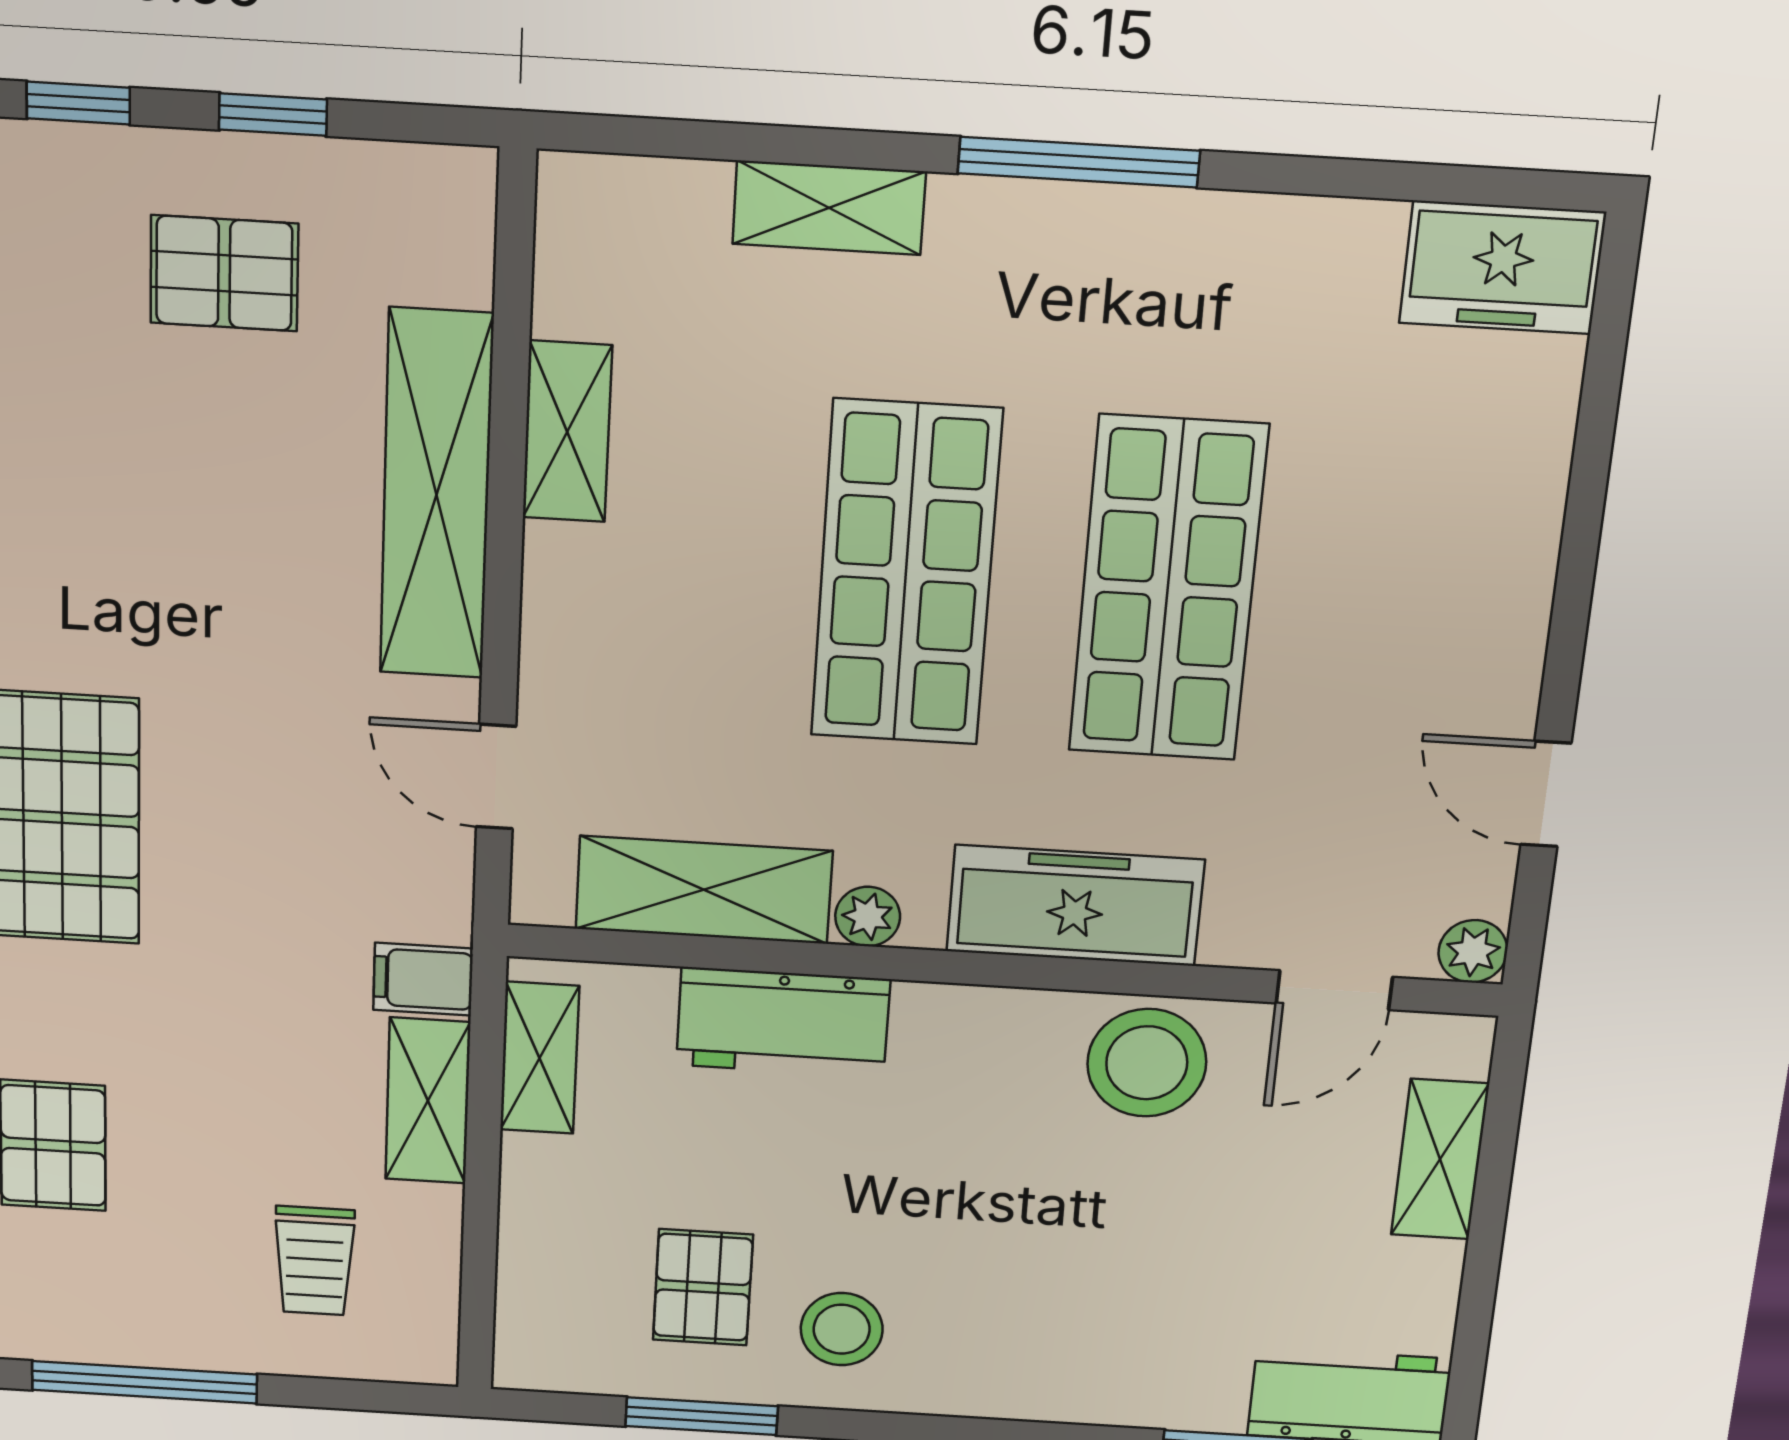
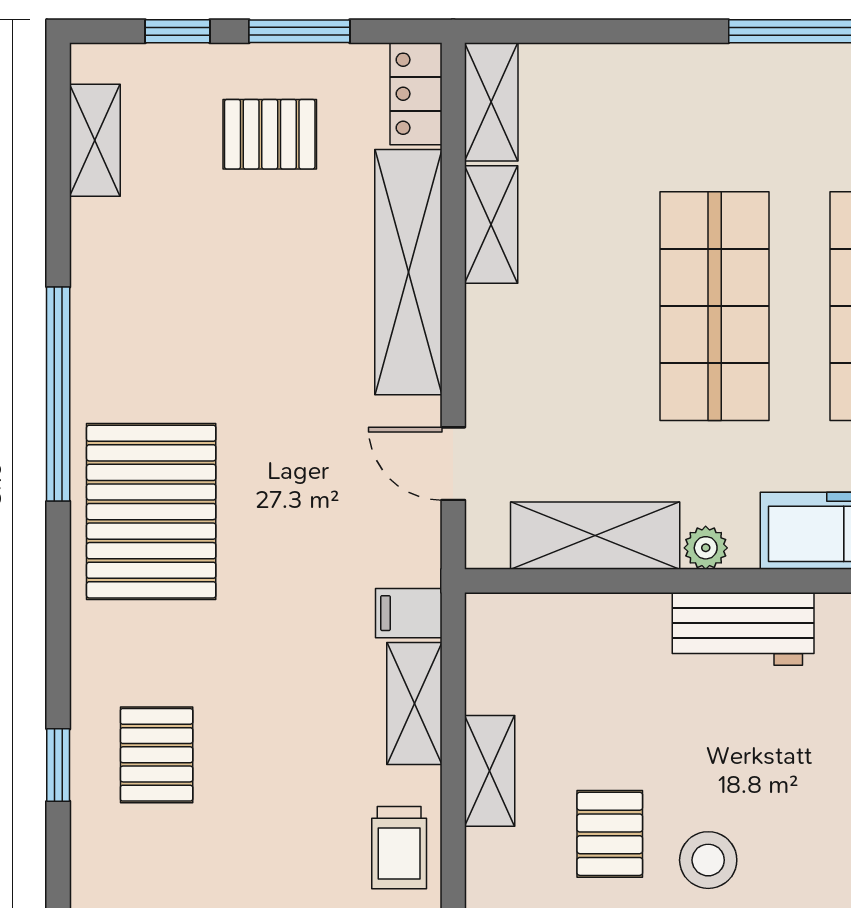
window: (273, 115) -> (299, 31), width x1.50
shelving: (829, 208) -> (491, 102), moved, turned 90
locker: (456, 224) -> (416, 94), added
workbench: (783, 1022) -> (743, 629), moved
shelving: (540, 1058) -> (490, 771), moved
trolley: (314, 1261) -> (399, 848), moved

